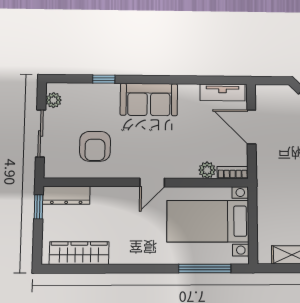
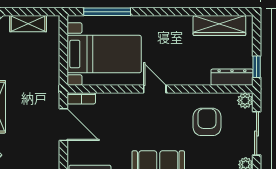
door: (251, 127) -> (63, 125), moved
plant: (207, 170) -> (245, 100), moved
door: (152, 182) -> (155, 89), hinge flipped

